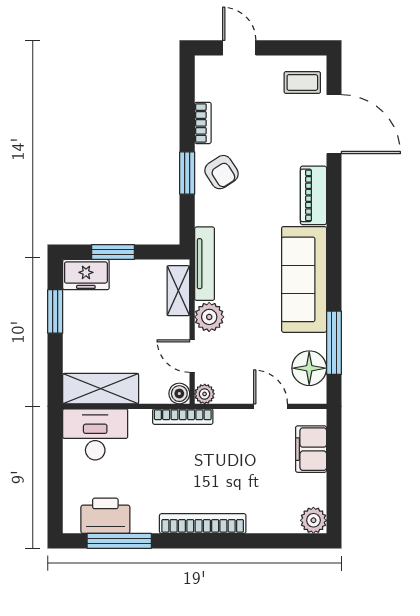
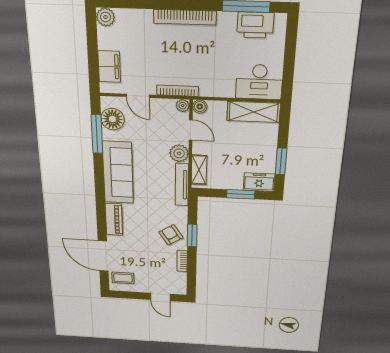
bookcase: (183, 417) -> (177, 91), moved

